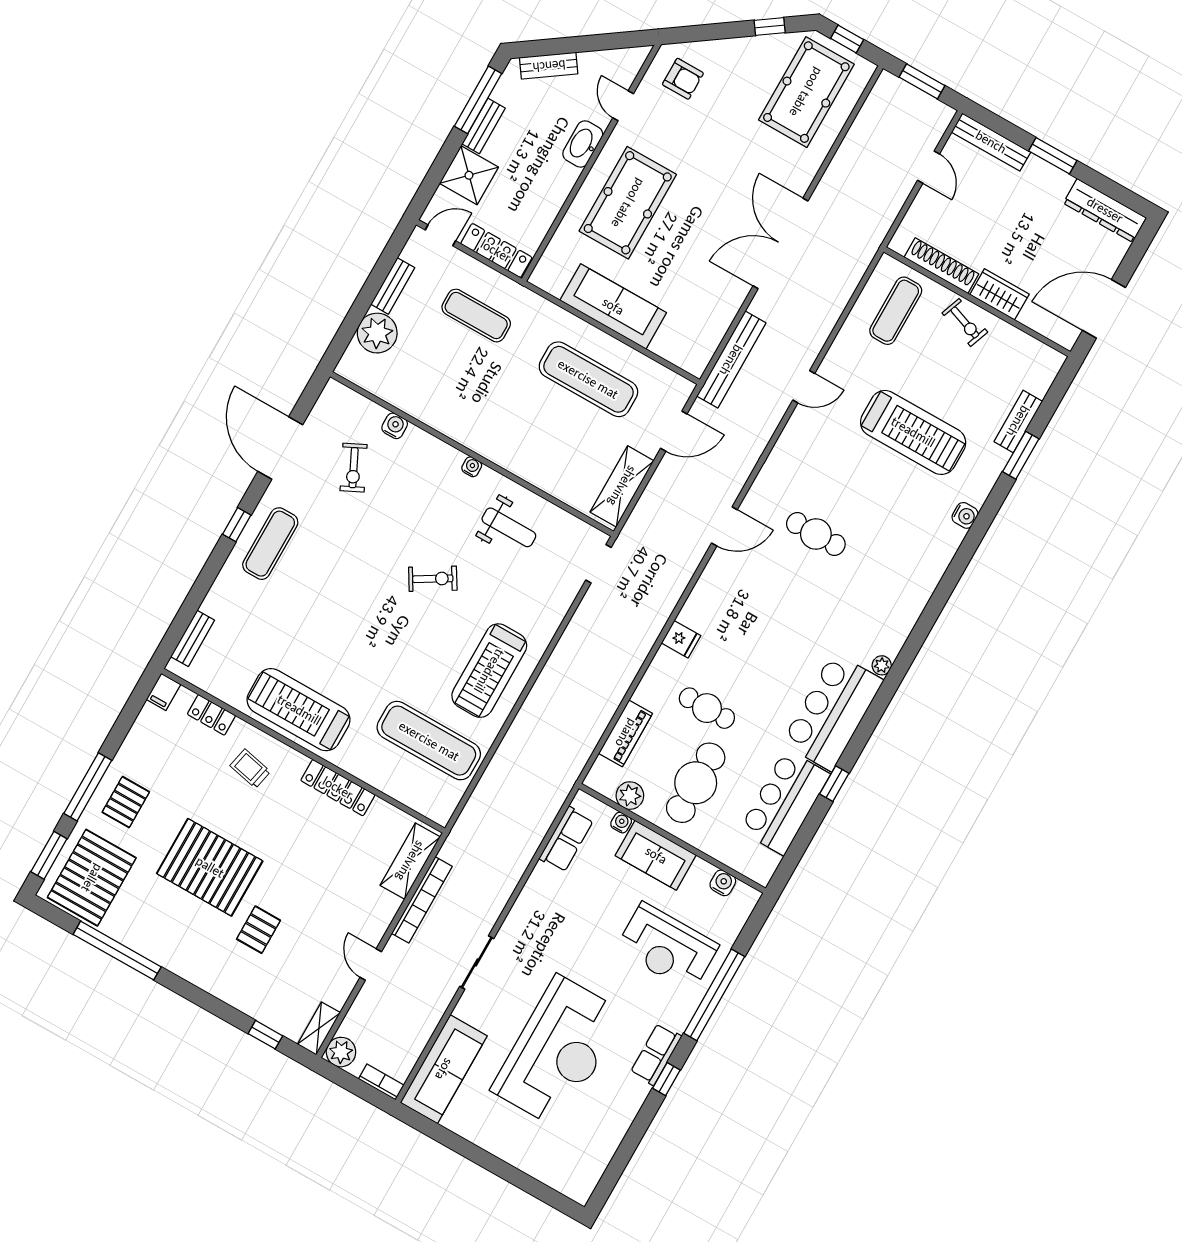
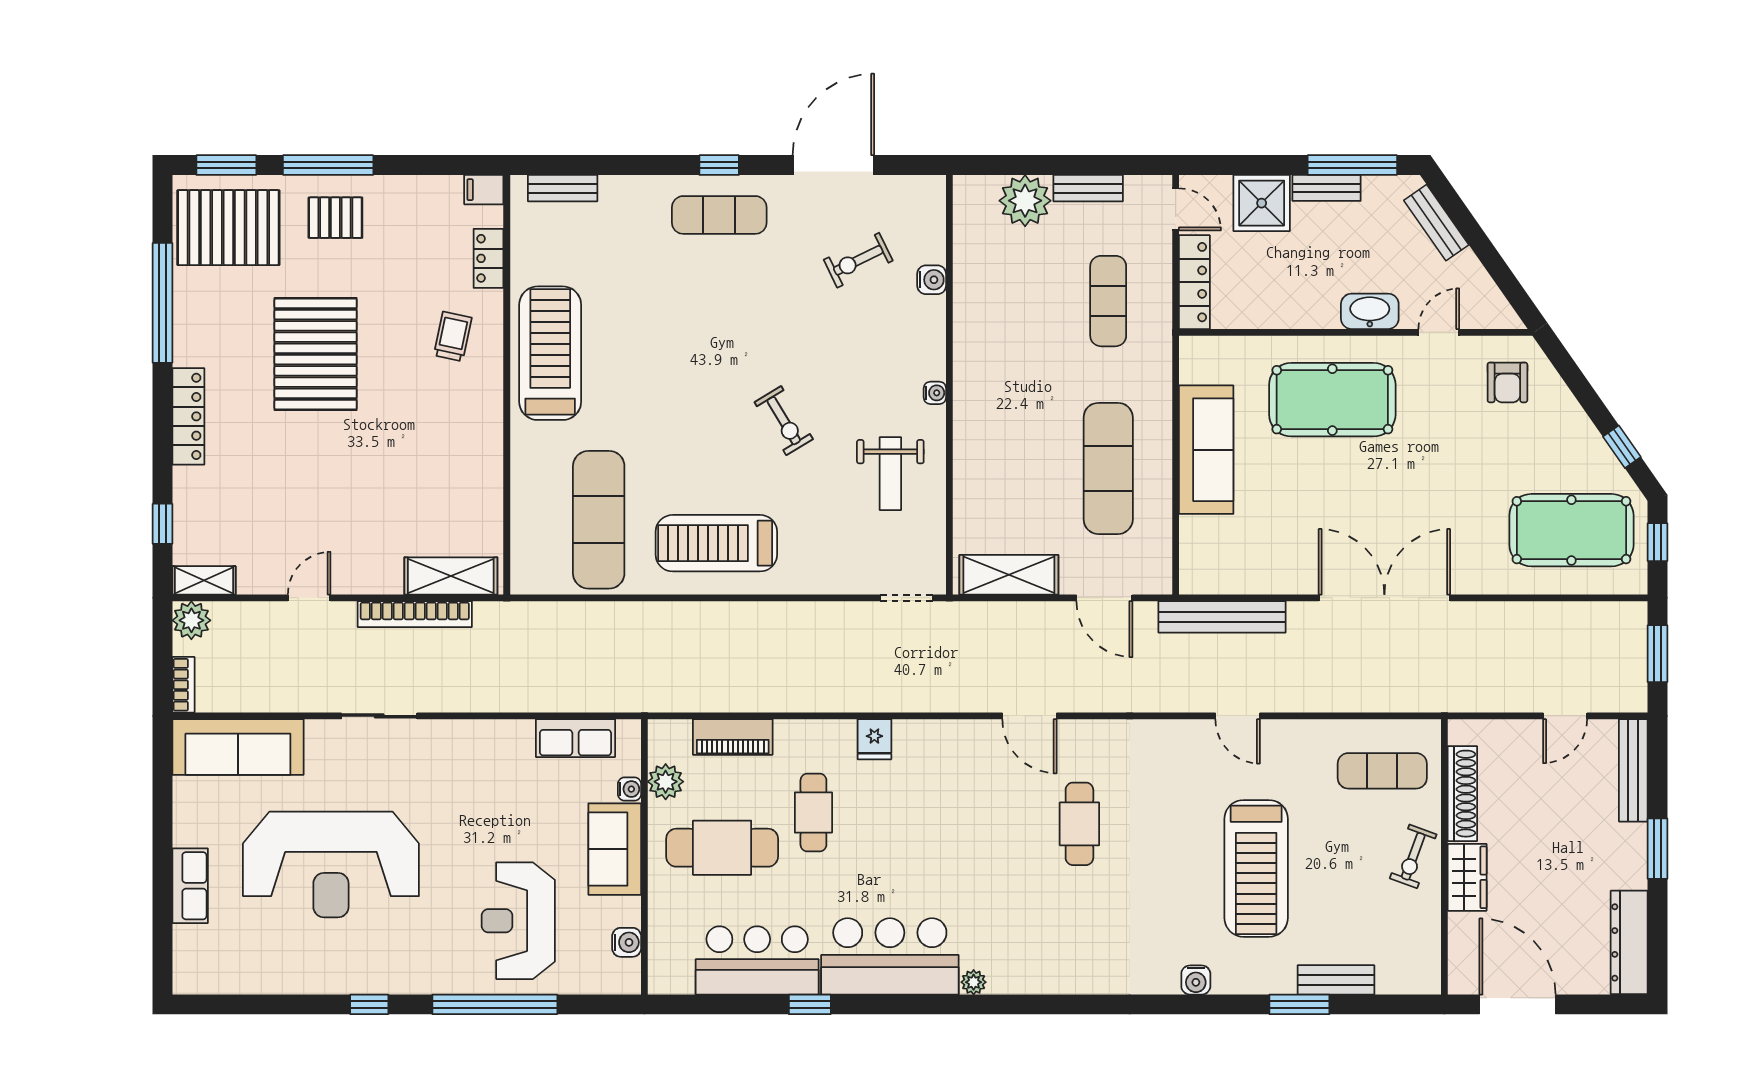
locker: (338, 788) -> (188, 416), moved, turned 180
pallet: (258, 930) -> (277, 449), removed
row of seats: (656, 1054) -> (190, 886), moved, turned 90

